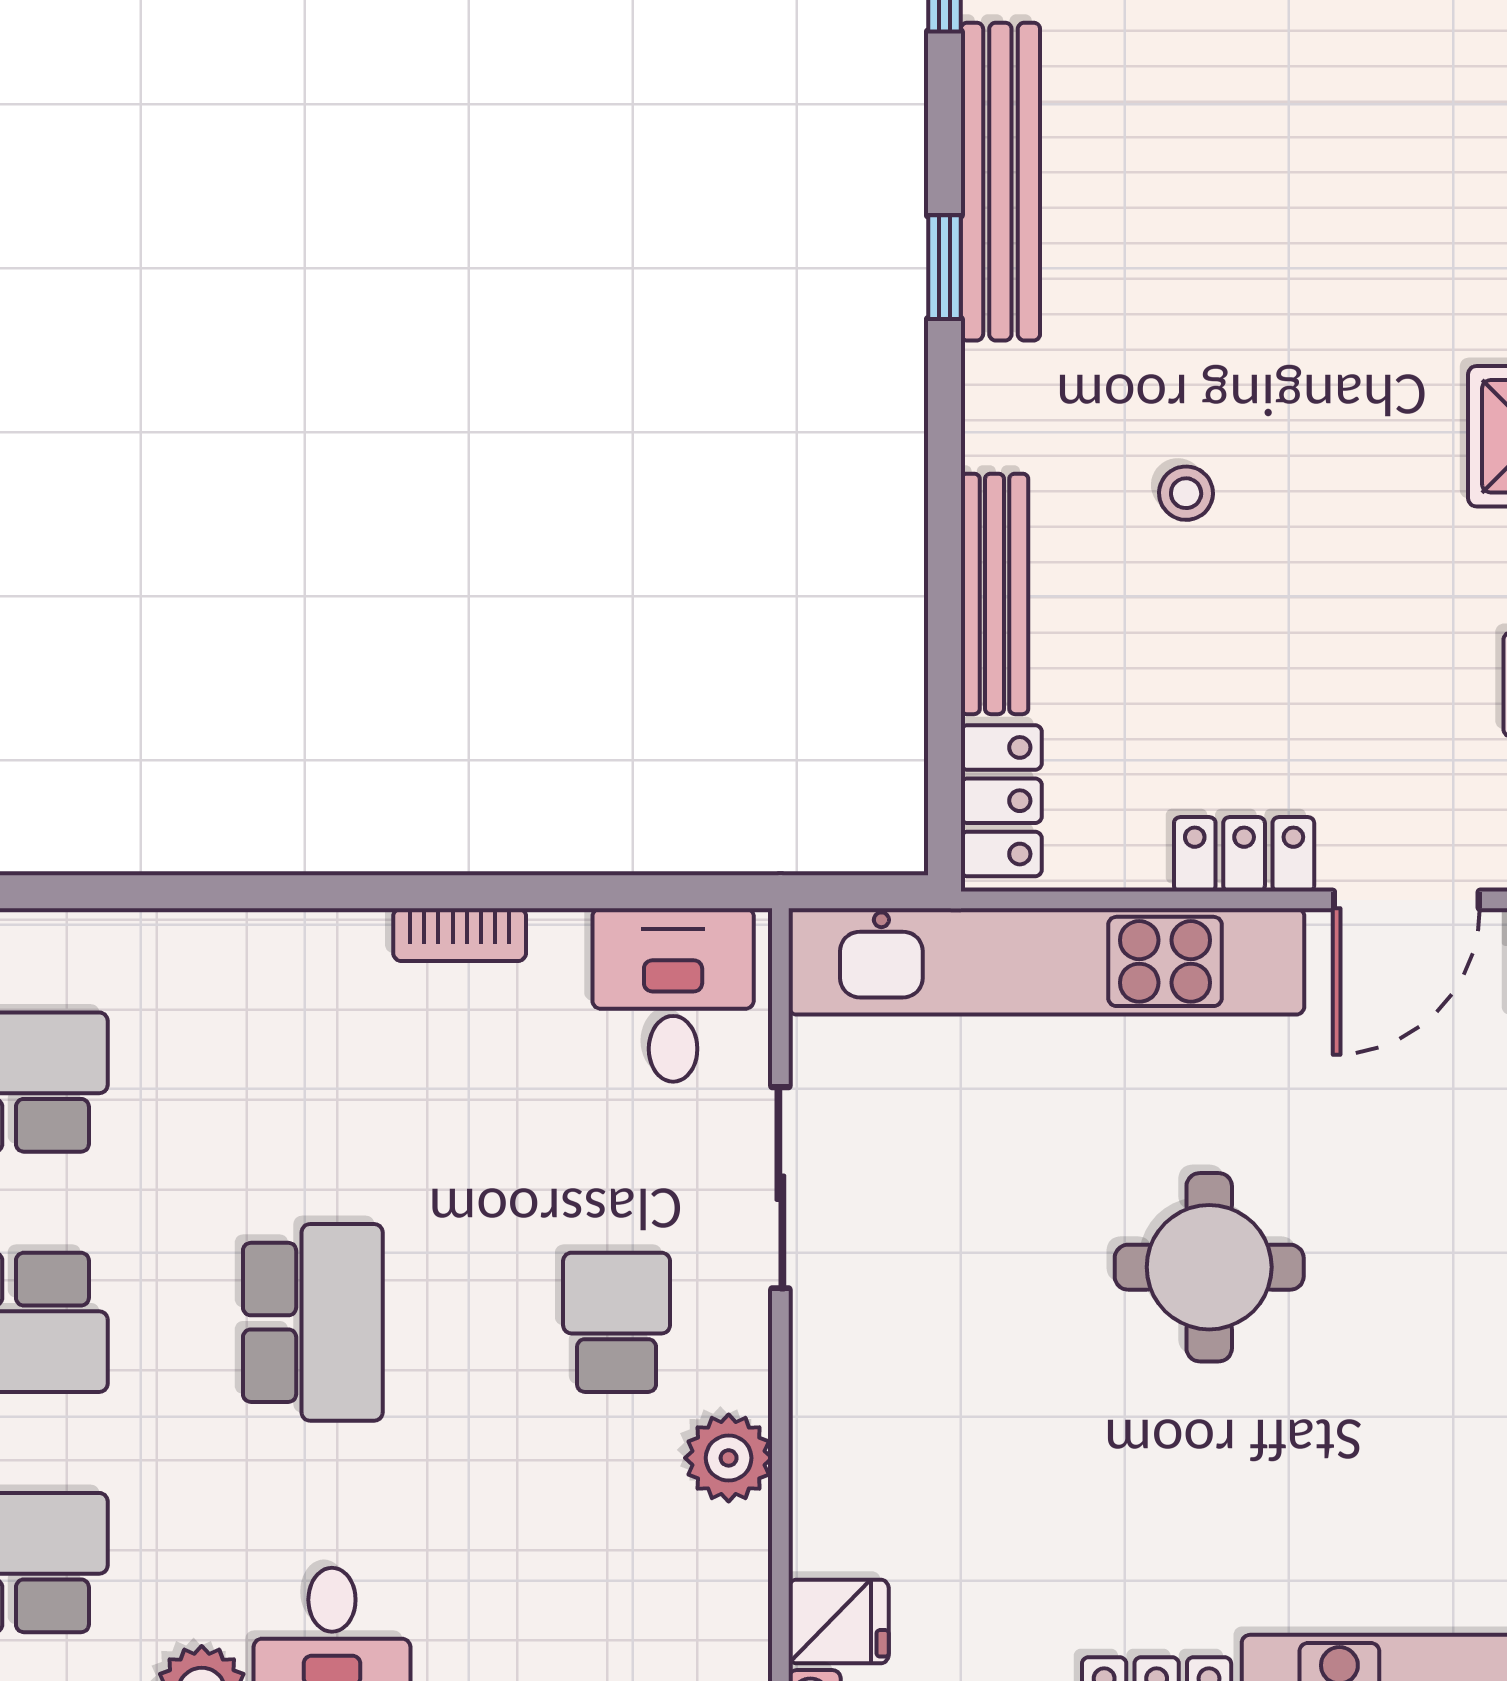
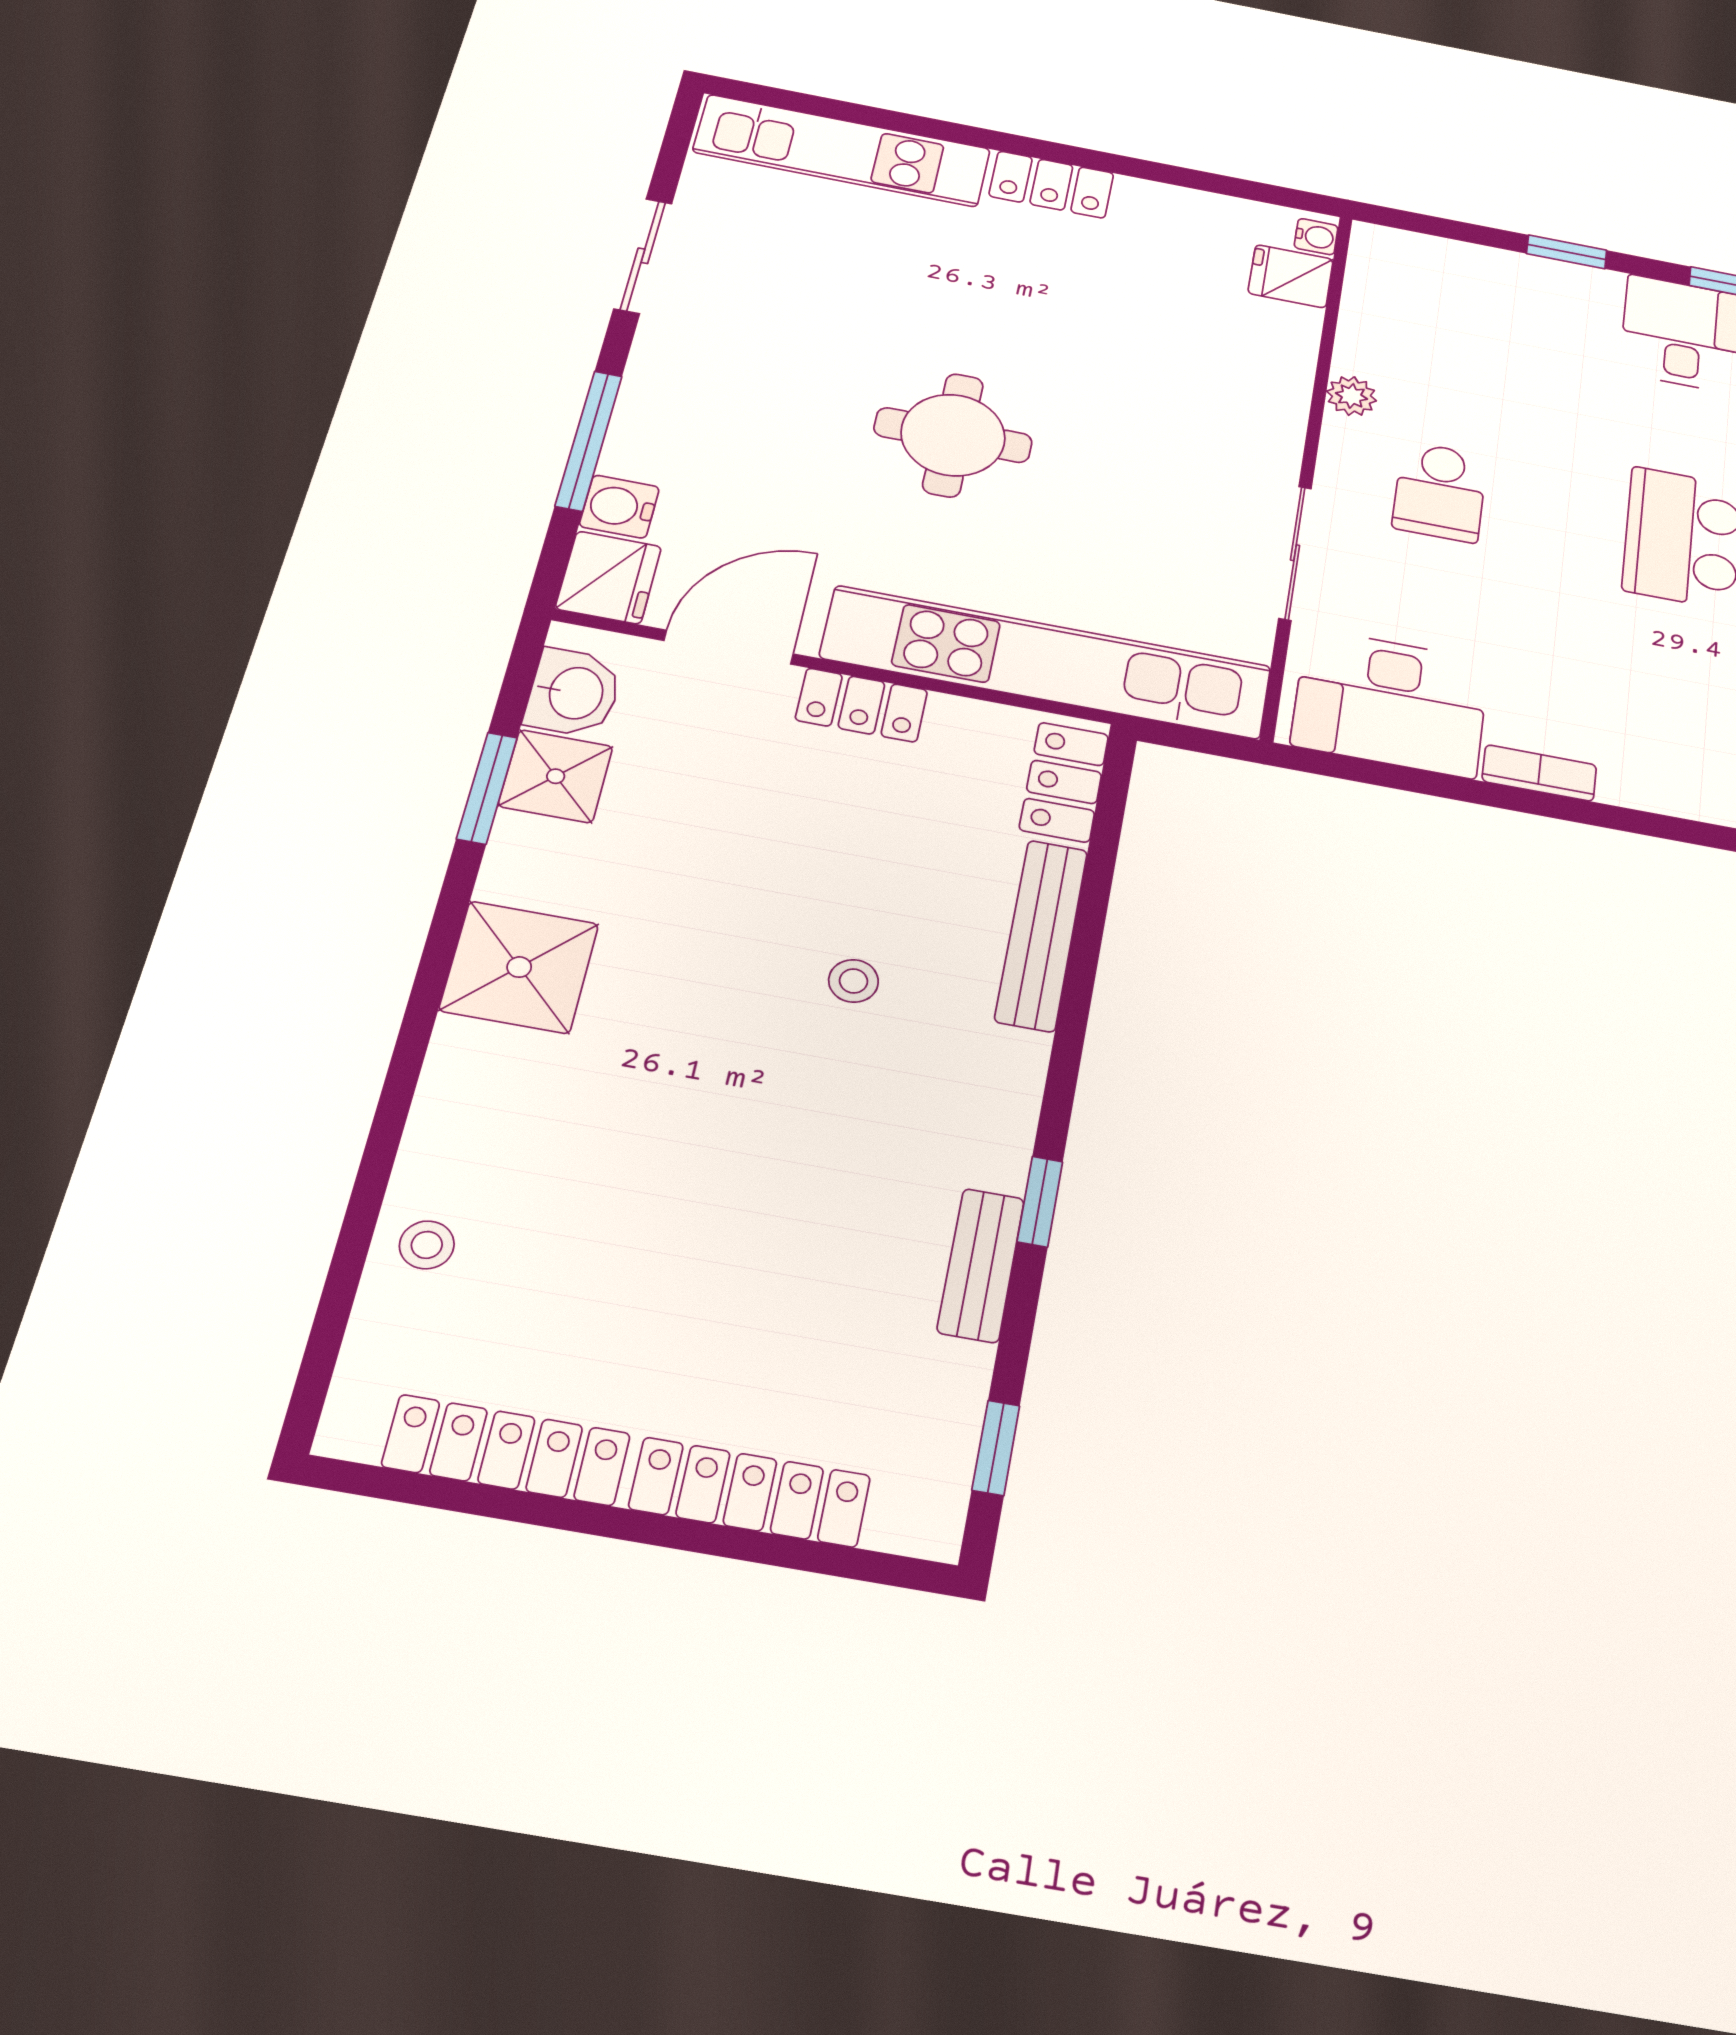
bench: (1000, 182) -> (981, 1265), width x0.54, depth x0.82
desk: (673, 995) -> (1391, 703), width x1.37
plant: (729, 1458) -> (1351, 396), width x0.73, depth x0.73

